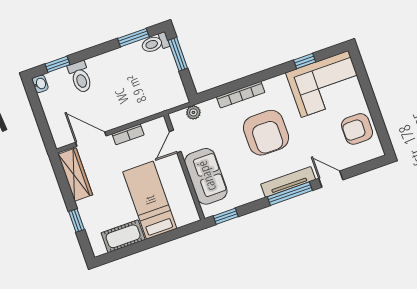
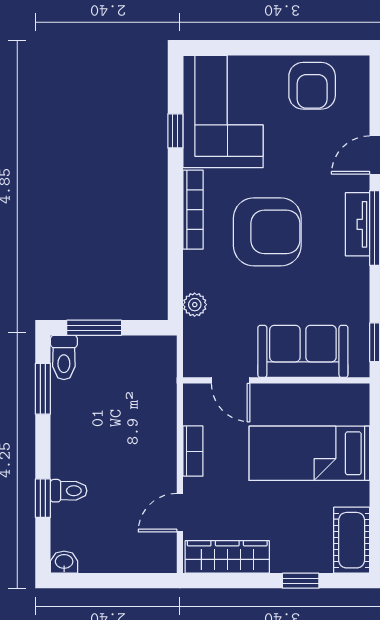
window: (57, 64) -> (43, 498), moved
toilet: (80, 77) -> (69, 491), width x0.73, depth x0.72
bookcase: (241, 95) -> (193, 210), moved
plant: (193, 112) -> (195, 305), moved
door: (91, 139) -> (180, 513), width x0.73
tv unit: (288, 182) -> (357, 224), width x0.71
cot: (123, 236) -> (352, 540), moved

